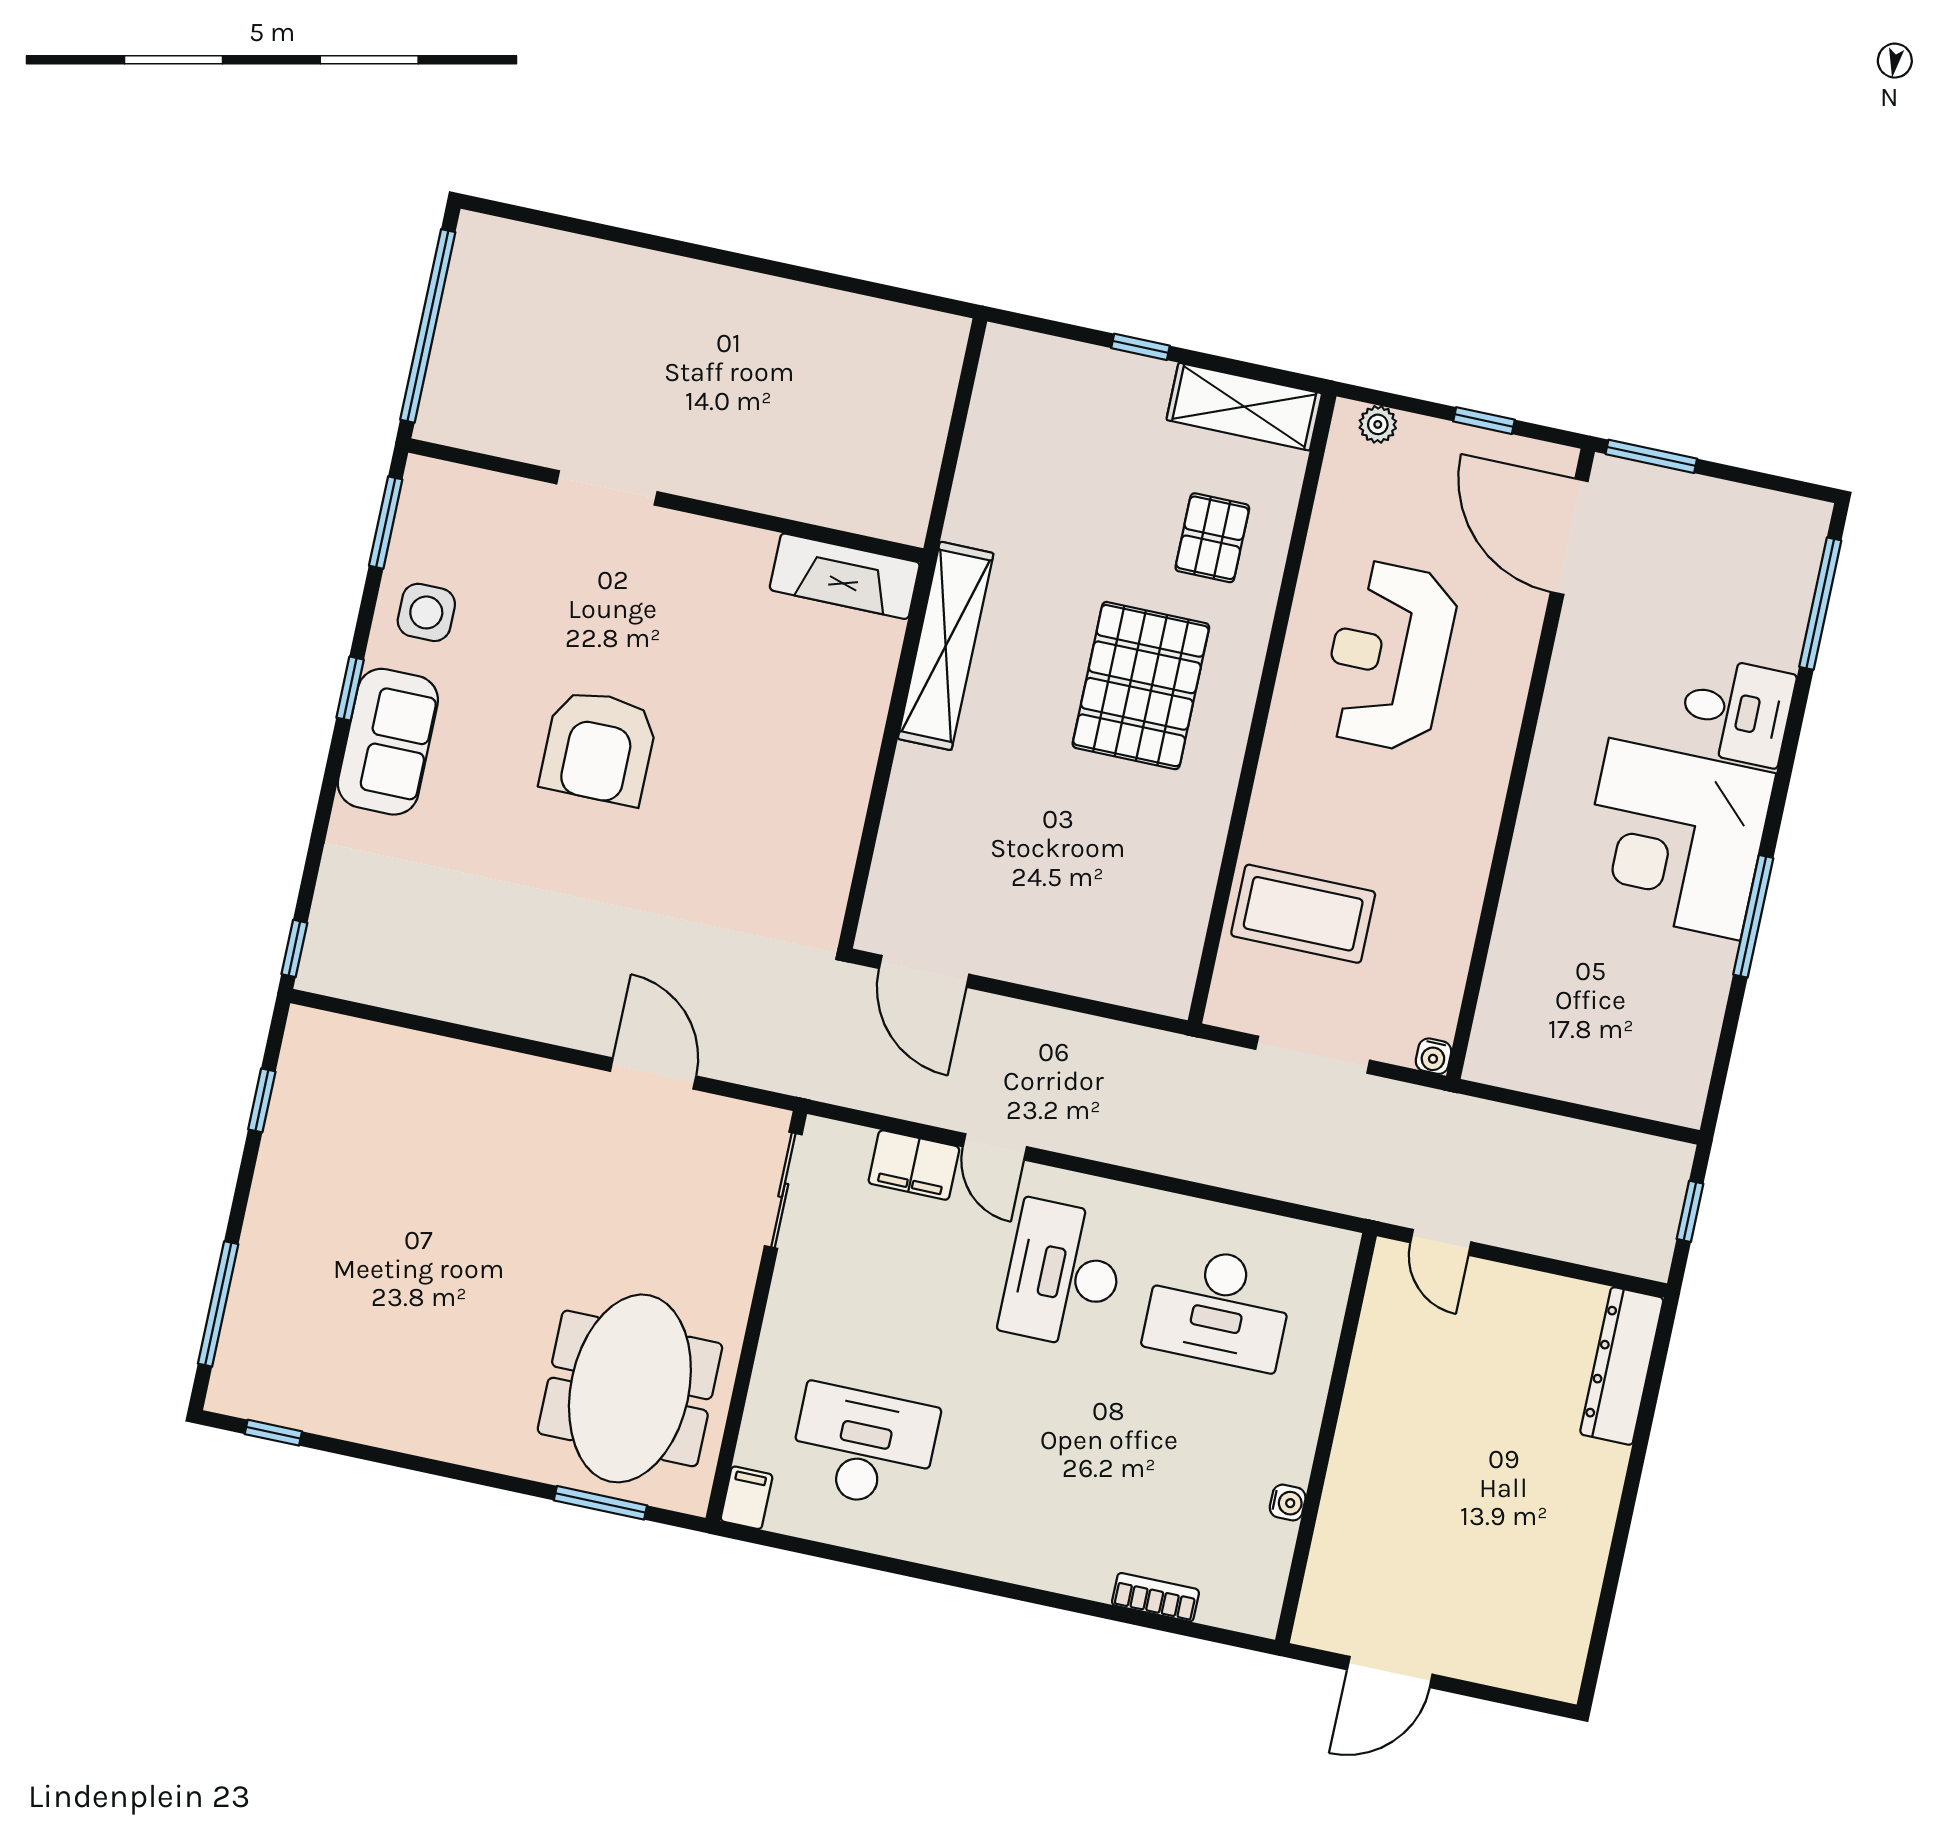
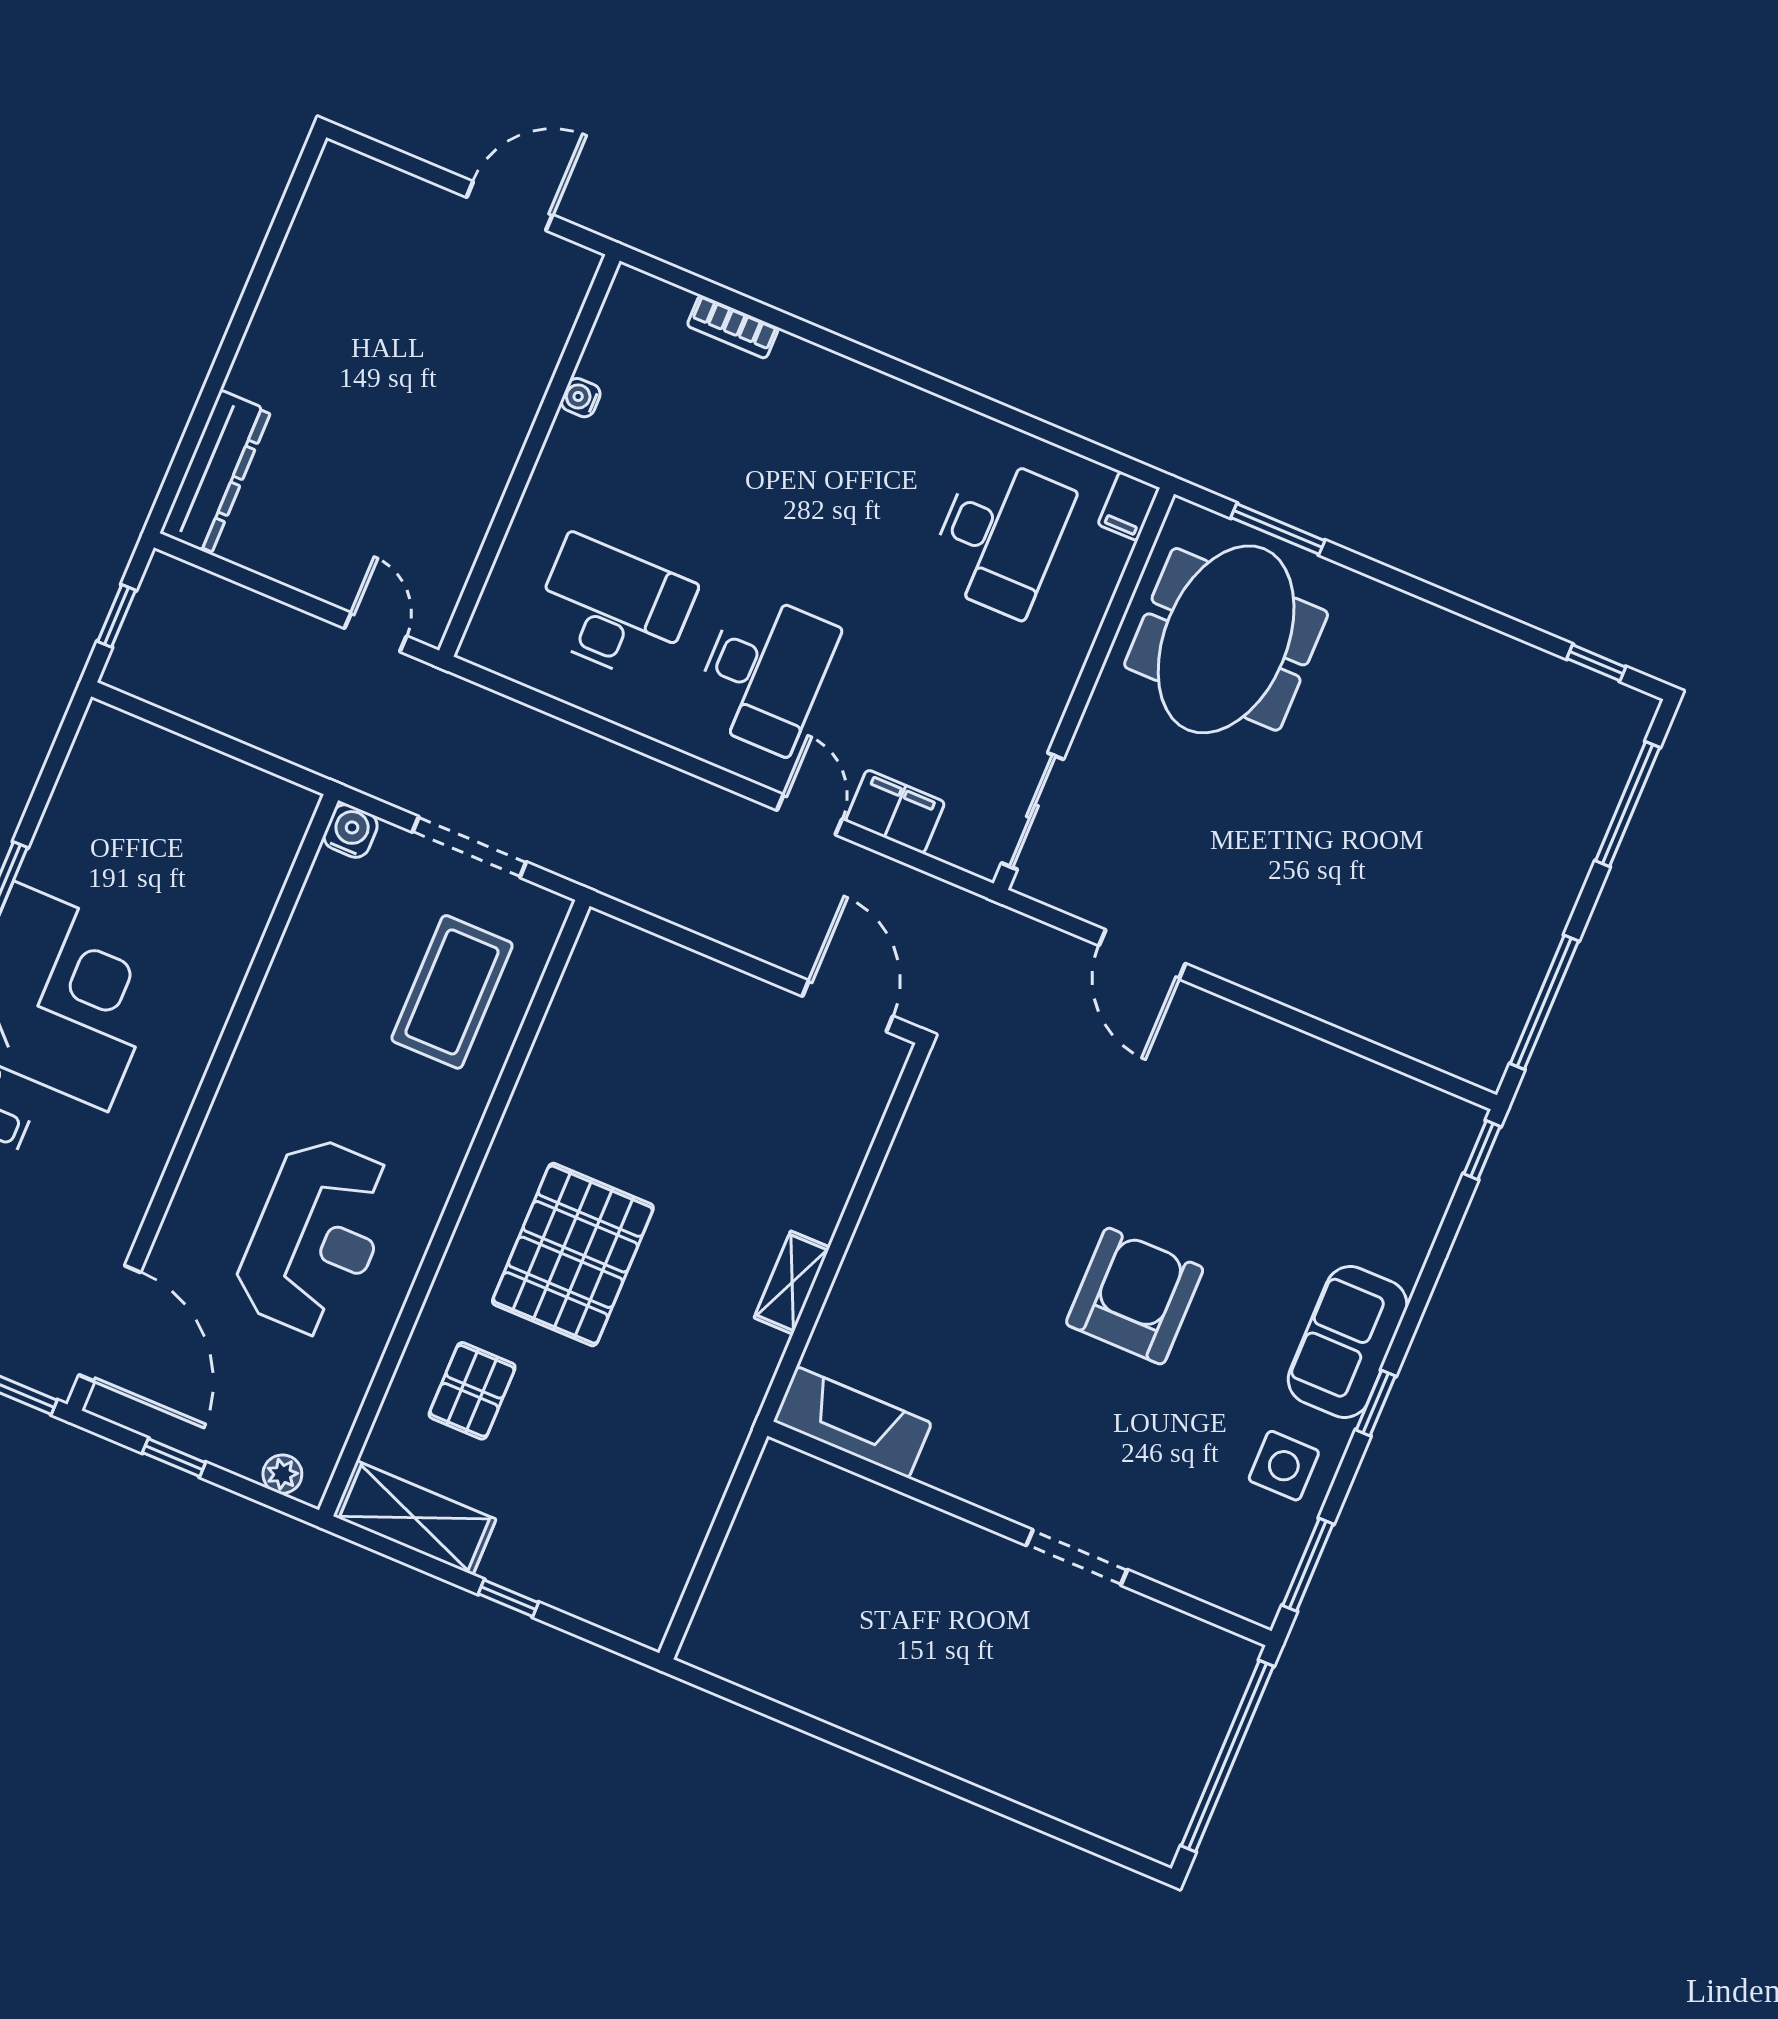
shelving: (946, 646) -> (792, 1283), width x0.45, depth x0.75
coffee table: (1303, 914) -> (452, 992), turned 90
water cooler: (1433, 1056) -> (351, 831), width x1.38, depth x1.38
window: (262, 1100) -> (1544, 1002), width x2.17
desk: (864, 1446) -> (1000, 536), turned -90

